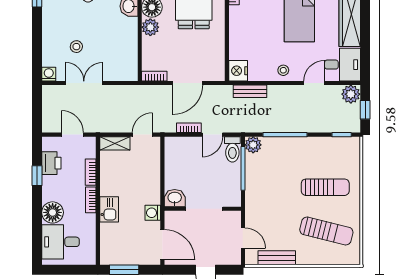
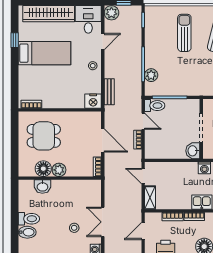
door: (314, 83) -> (103, 42), swing flipped
plant: (253, 145) -> (151, 75), moved

